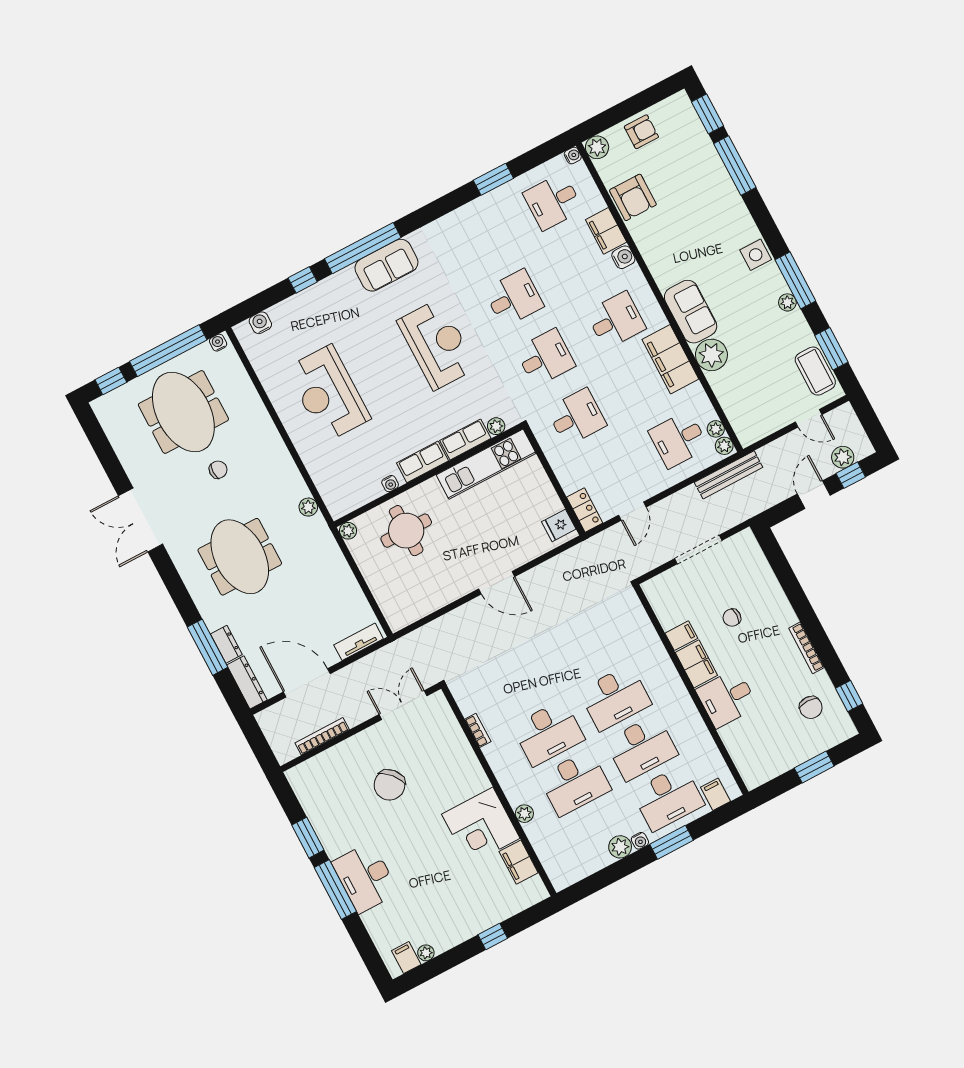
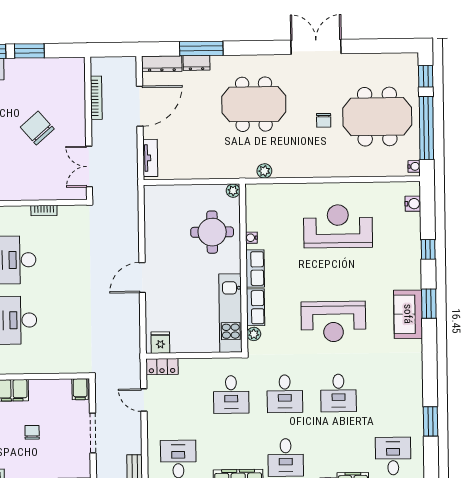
window: (363, 248) -> (429, 304), width x0.47
filing cabinet: (681, 636) -> (80, 389), moved
double door: (403, 705) -> (89, 167), swing flipped

